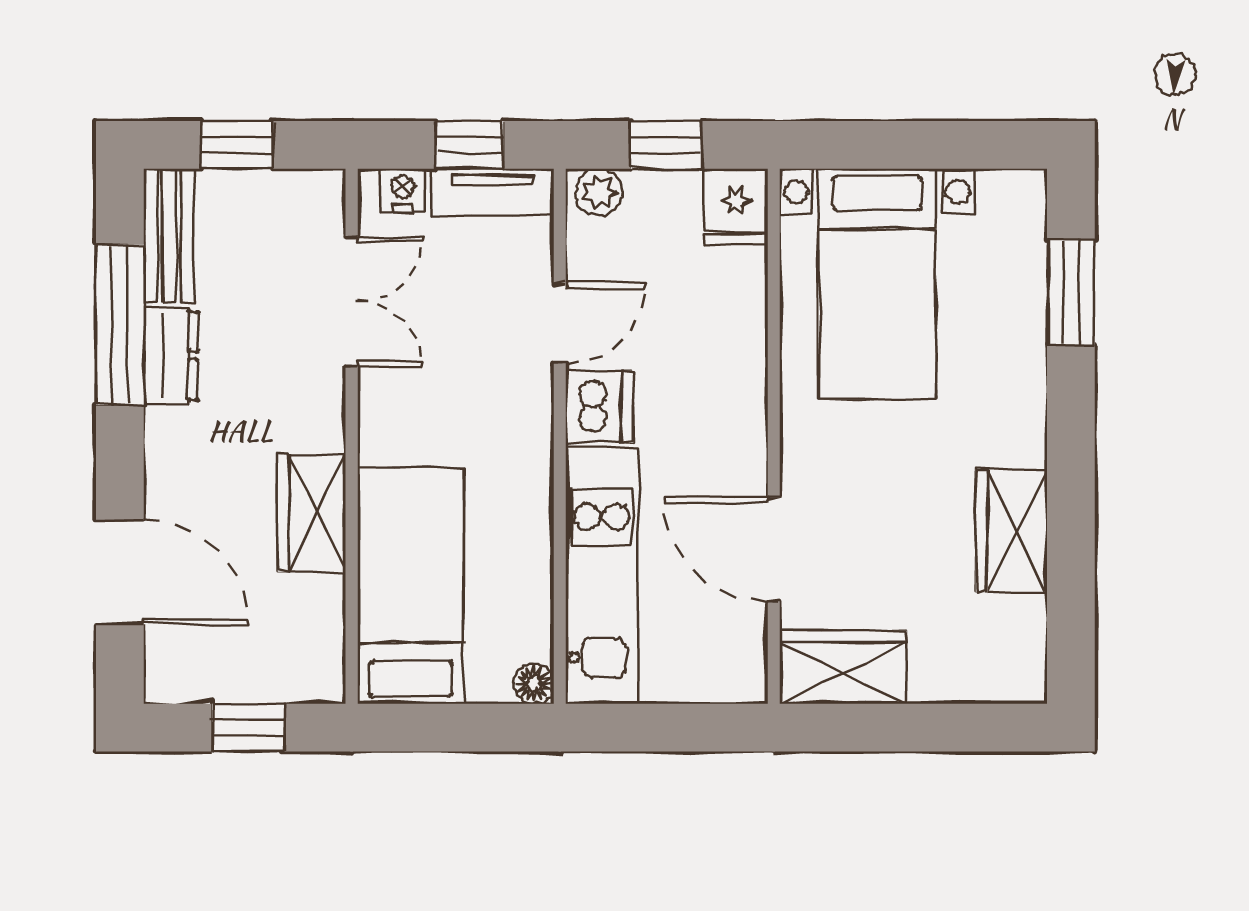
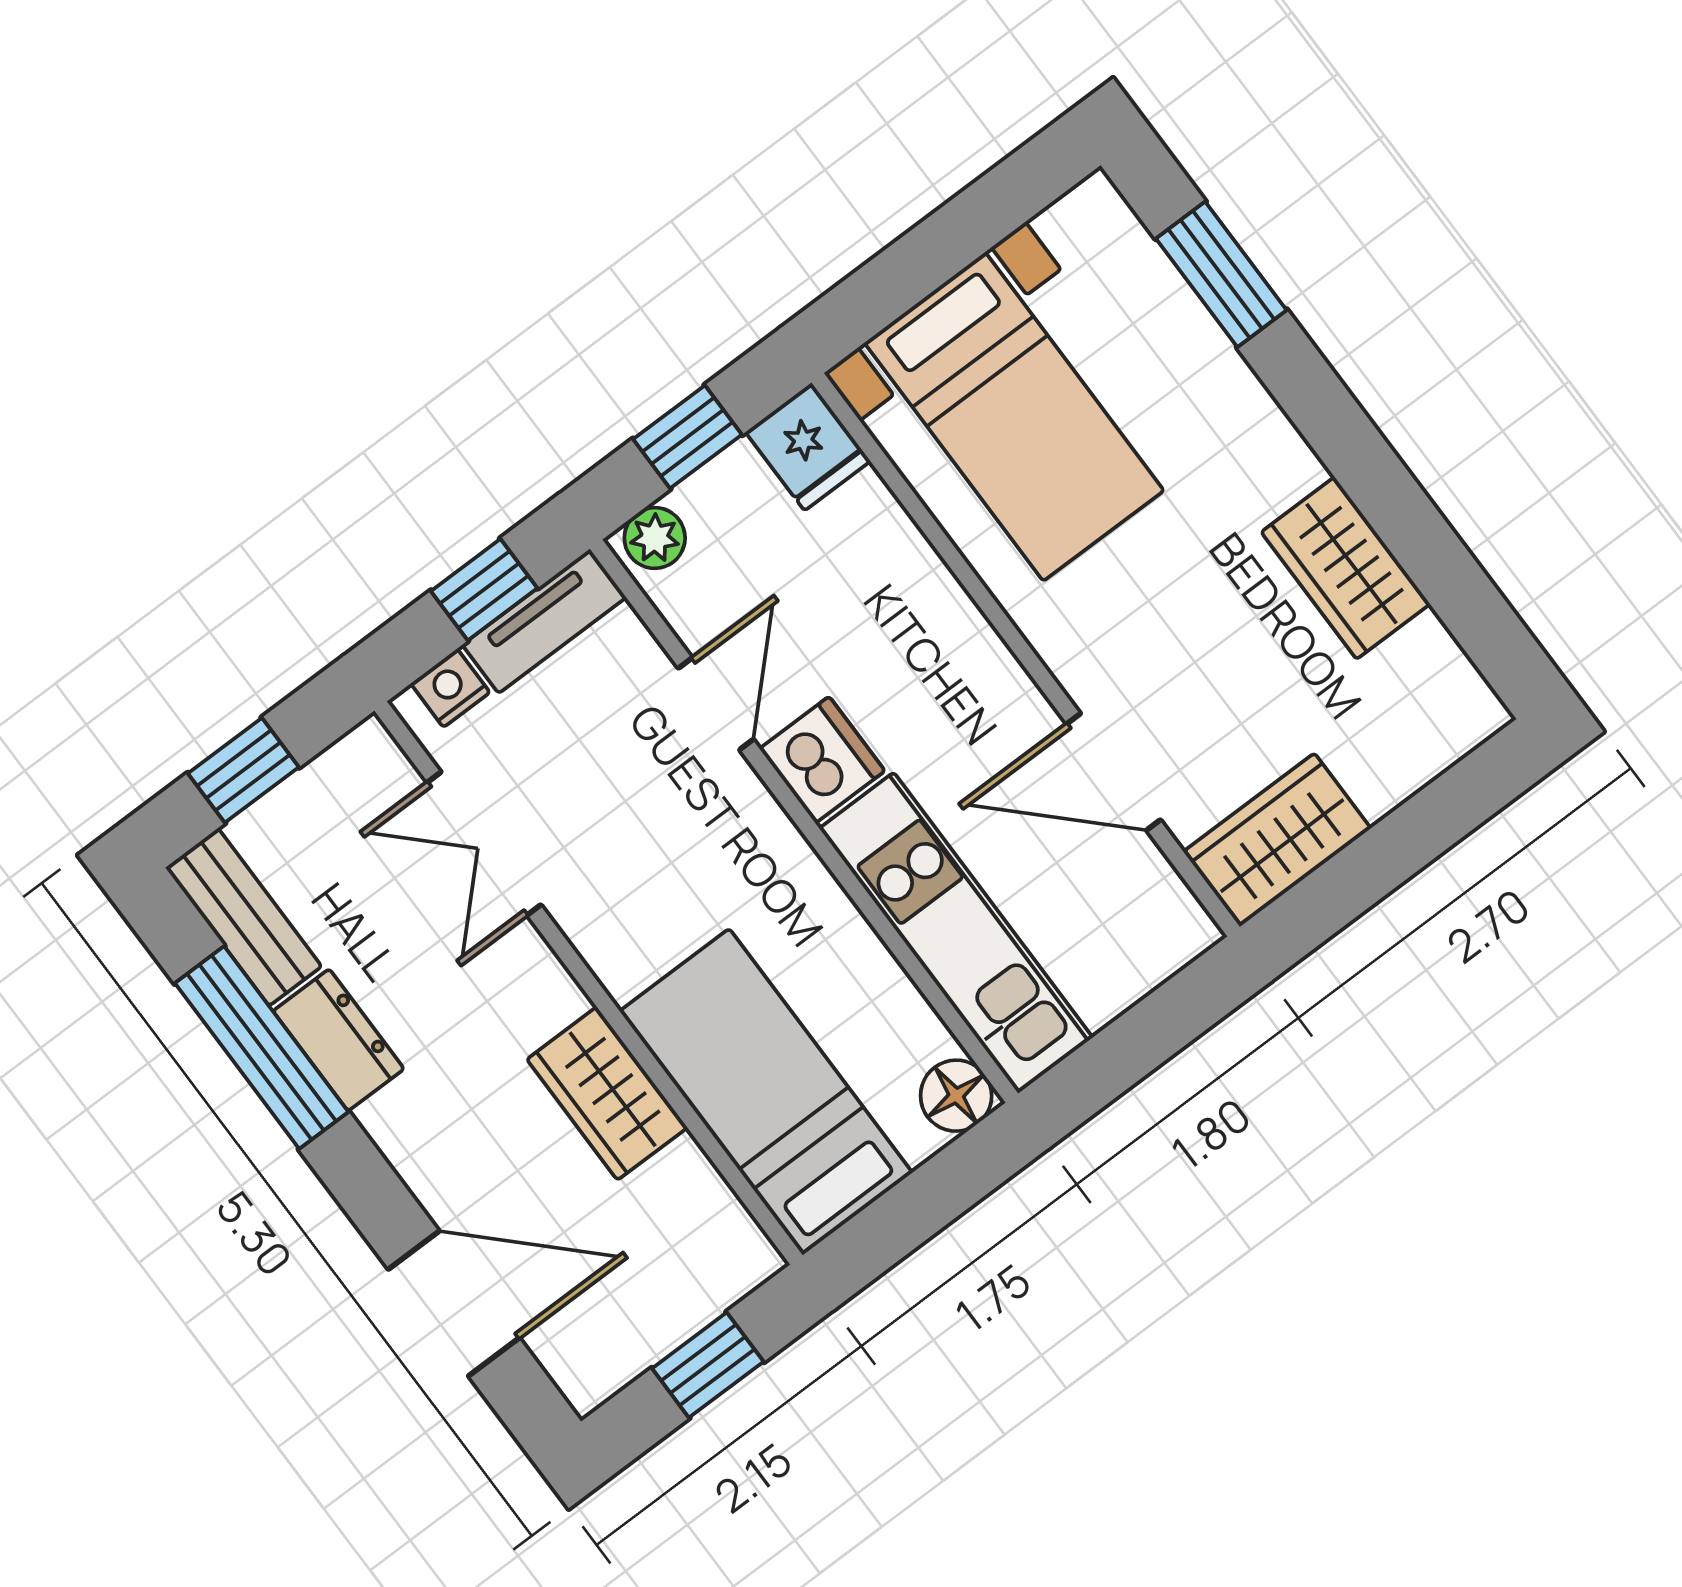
double door: (352, 302) -> (484, 844), swing flipped
floor lamp: (534, 684) -> (956, 1096), width x1.37, depth x1.37

